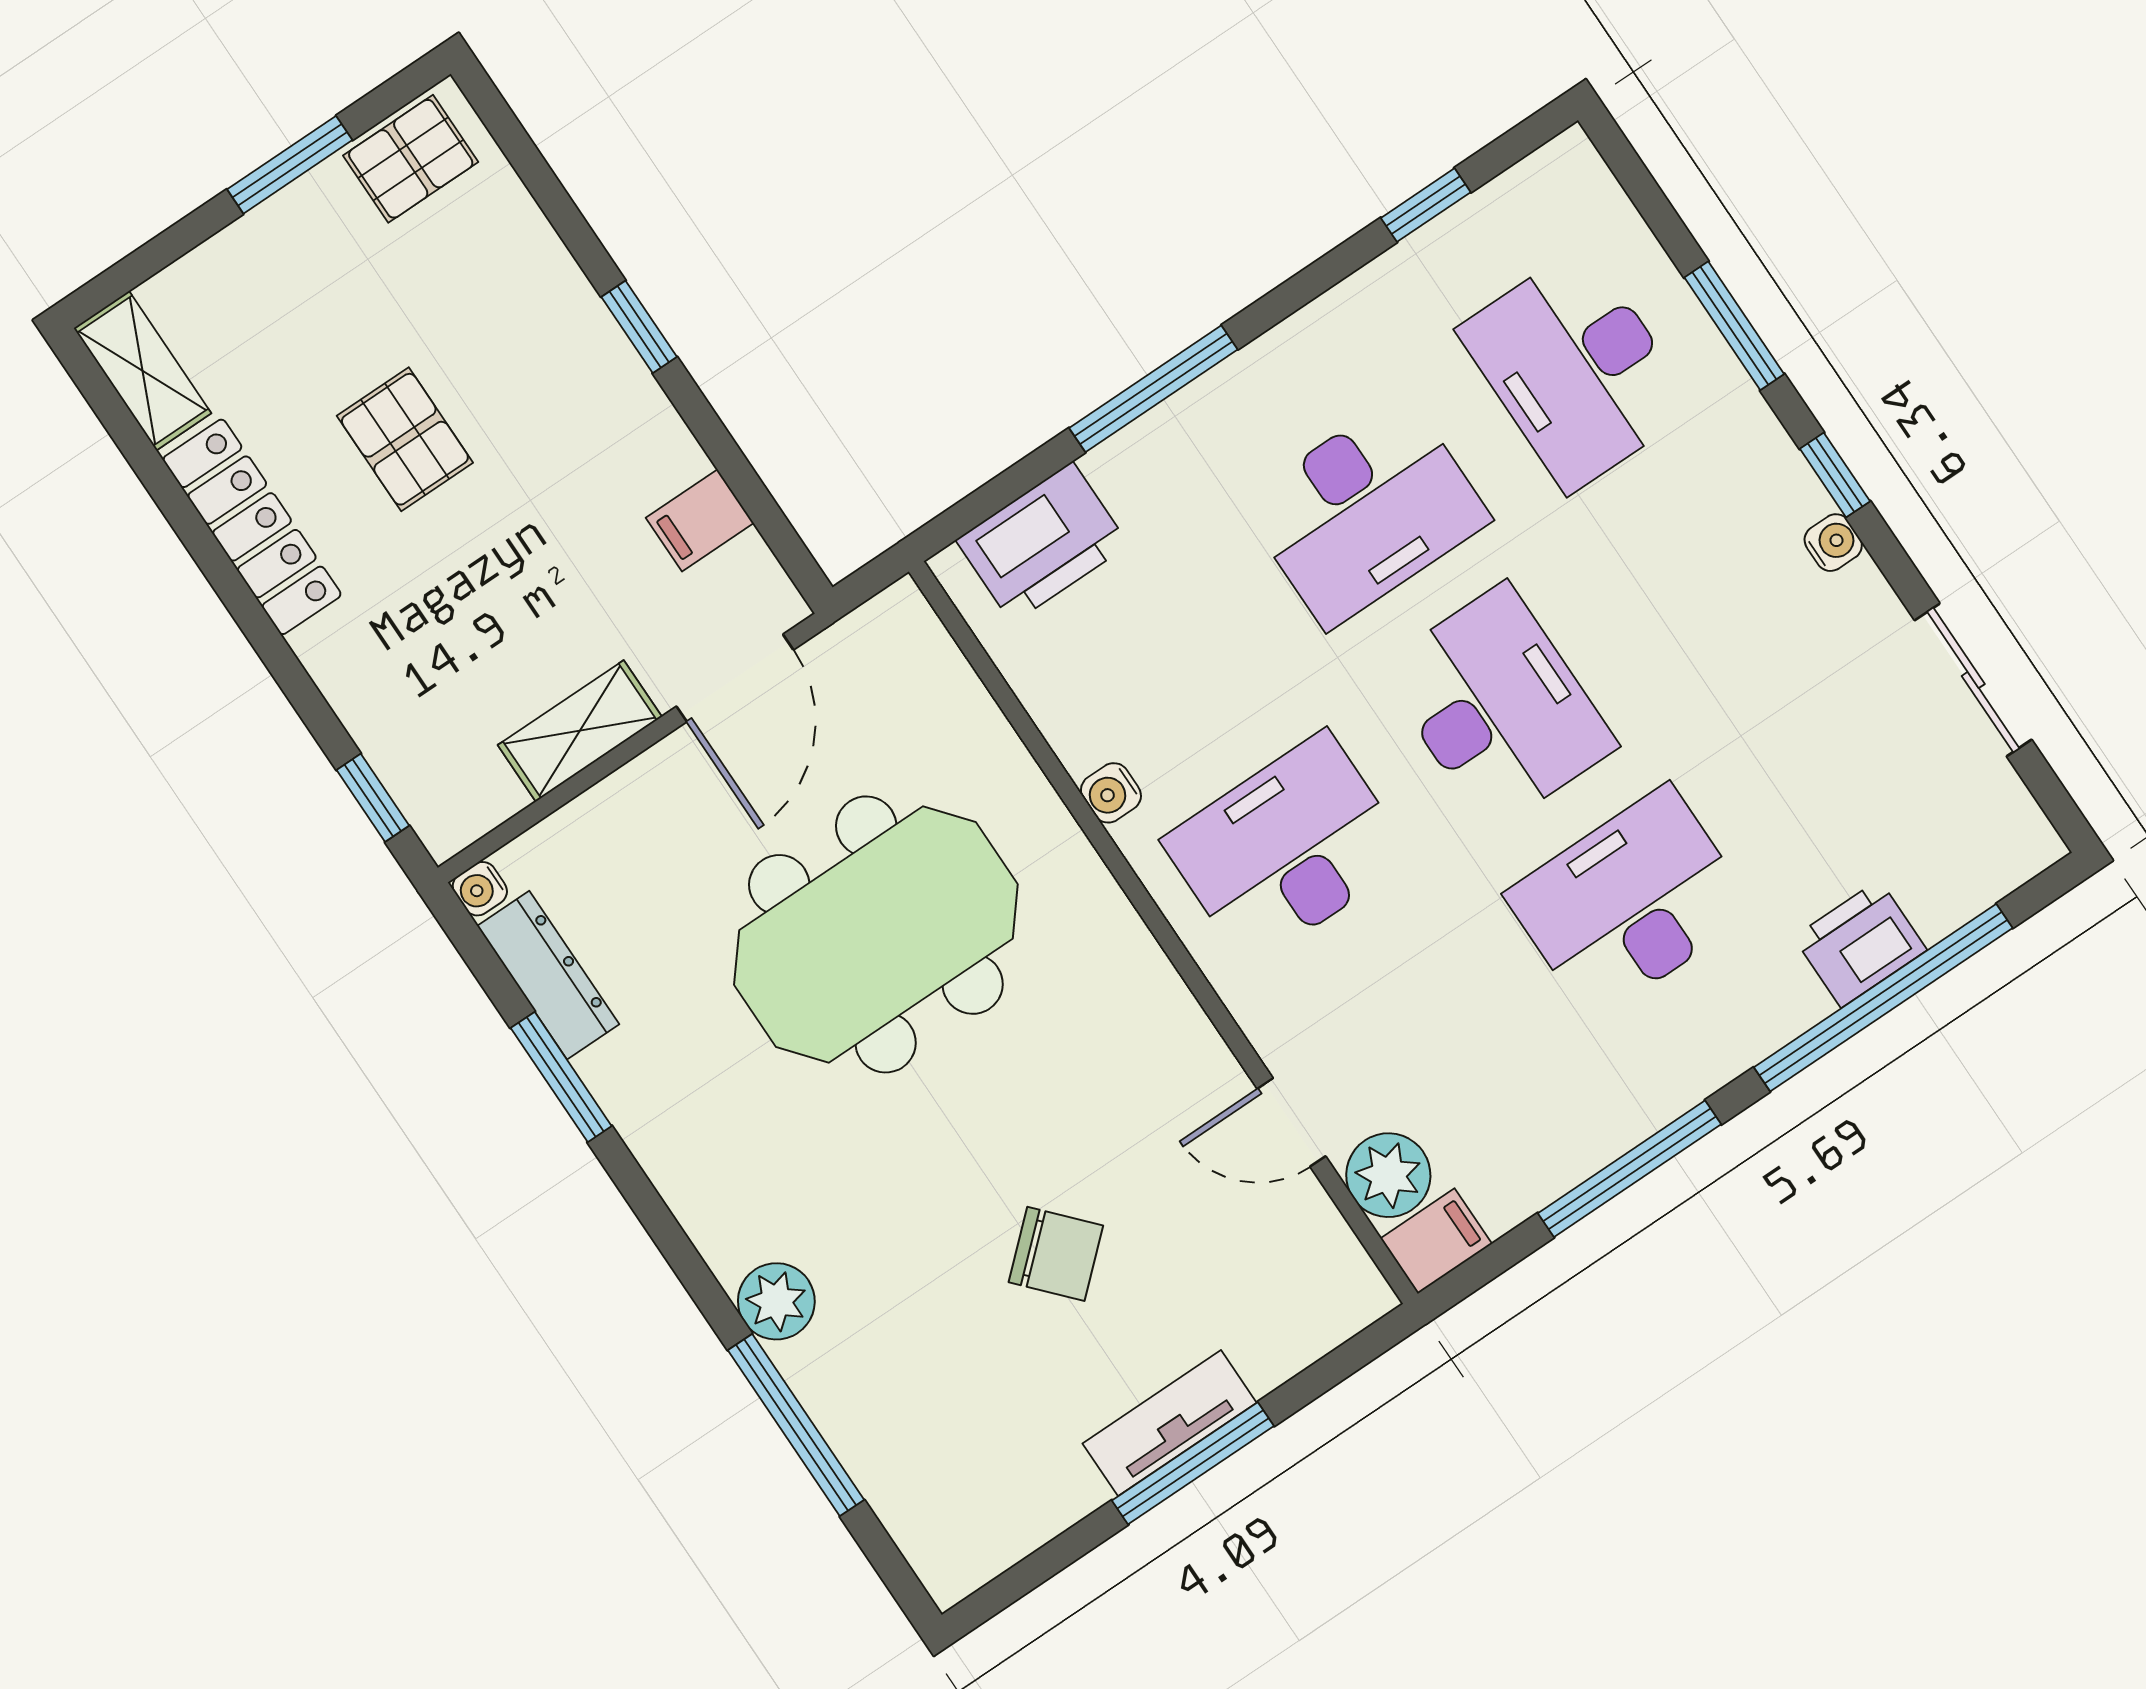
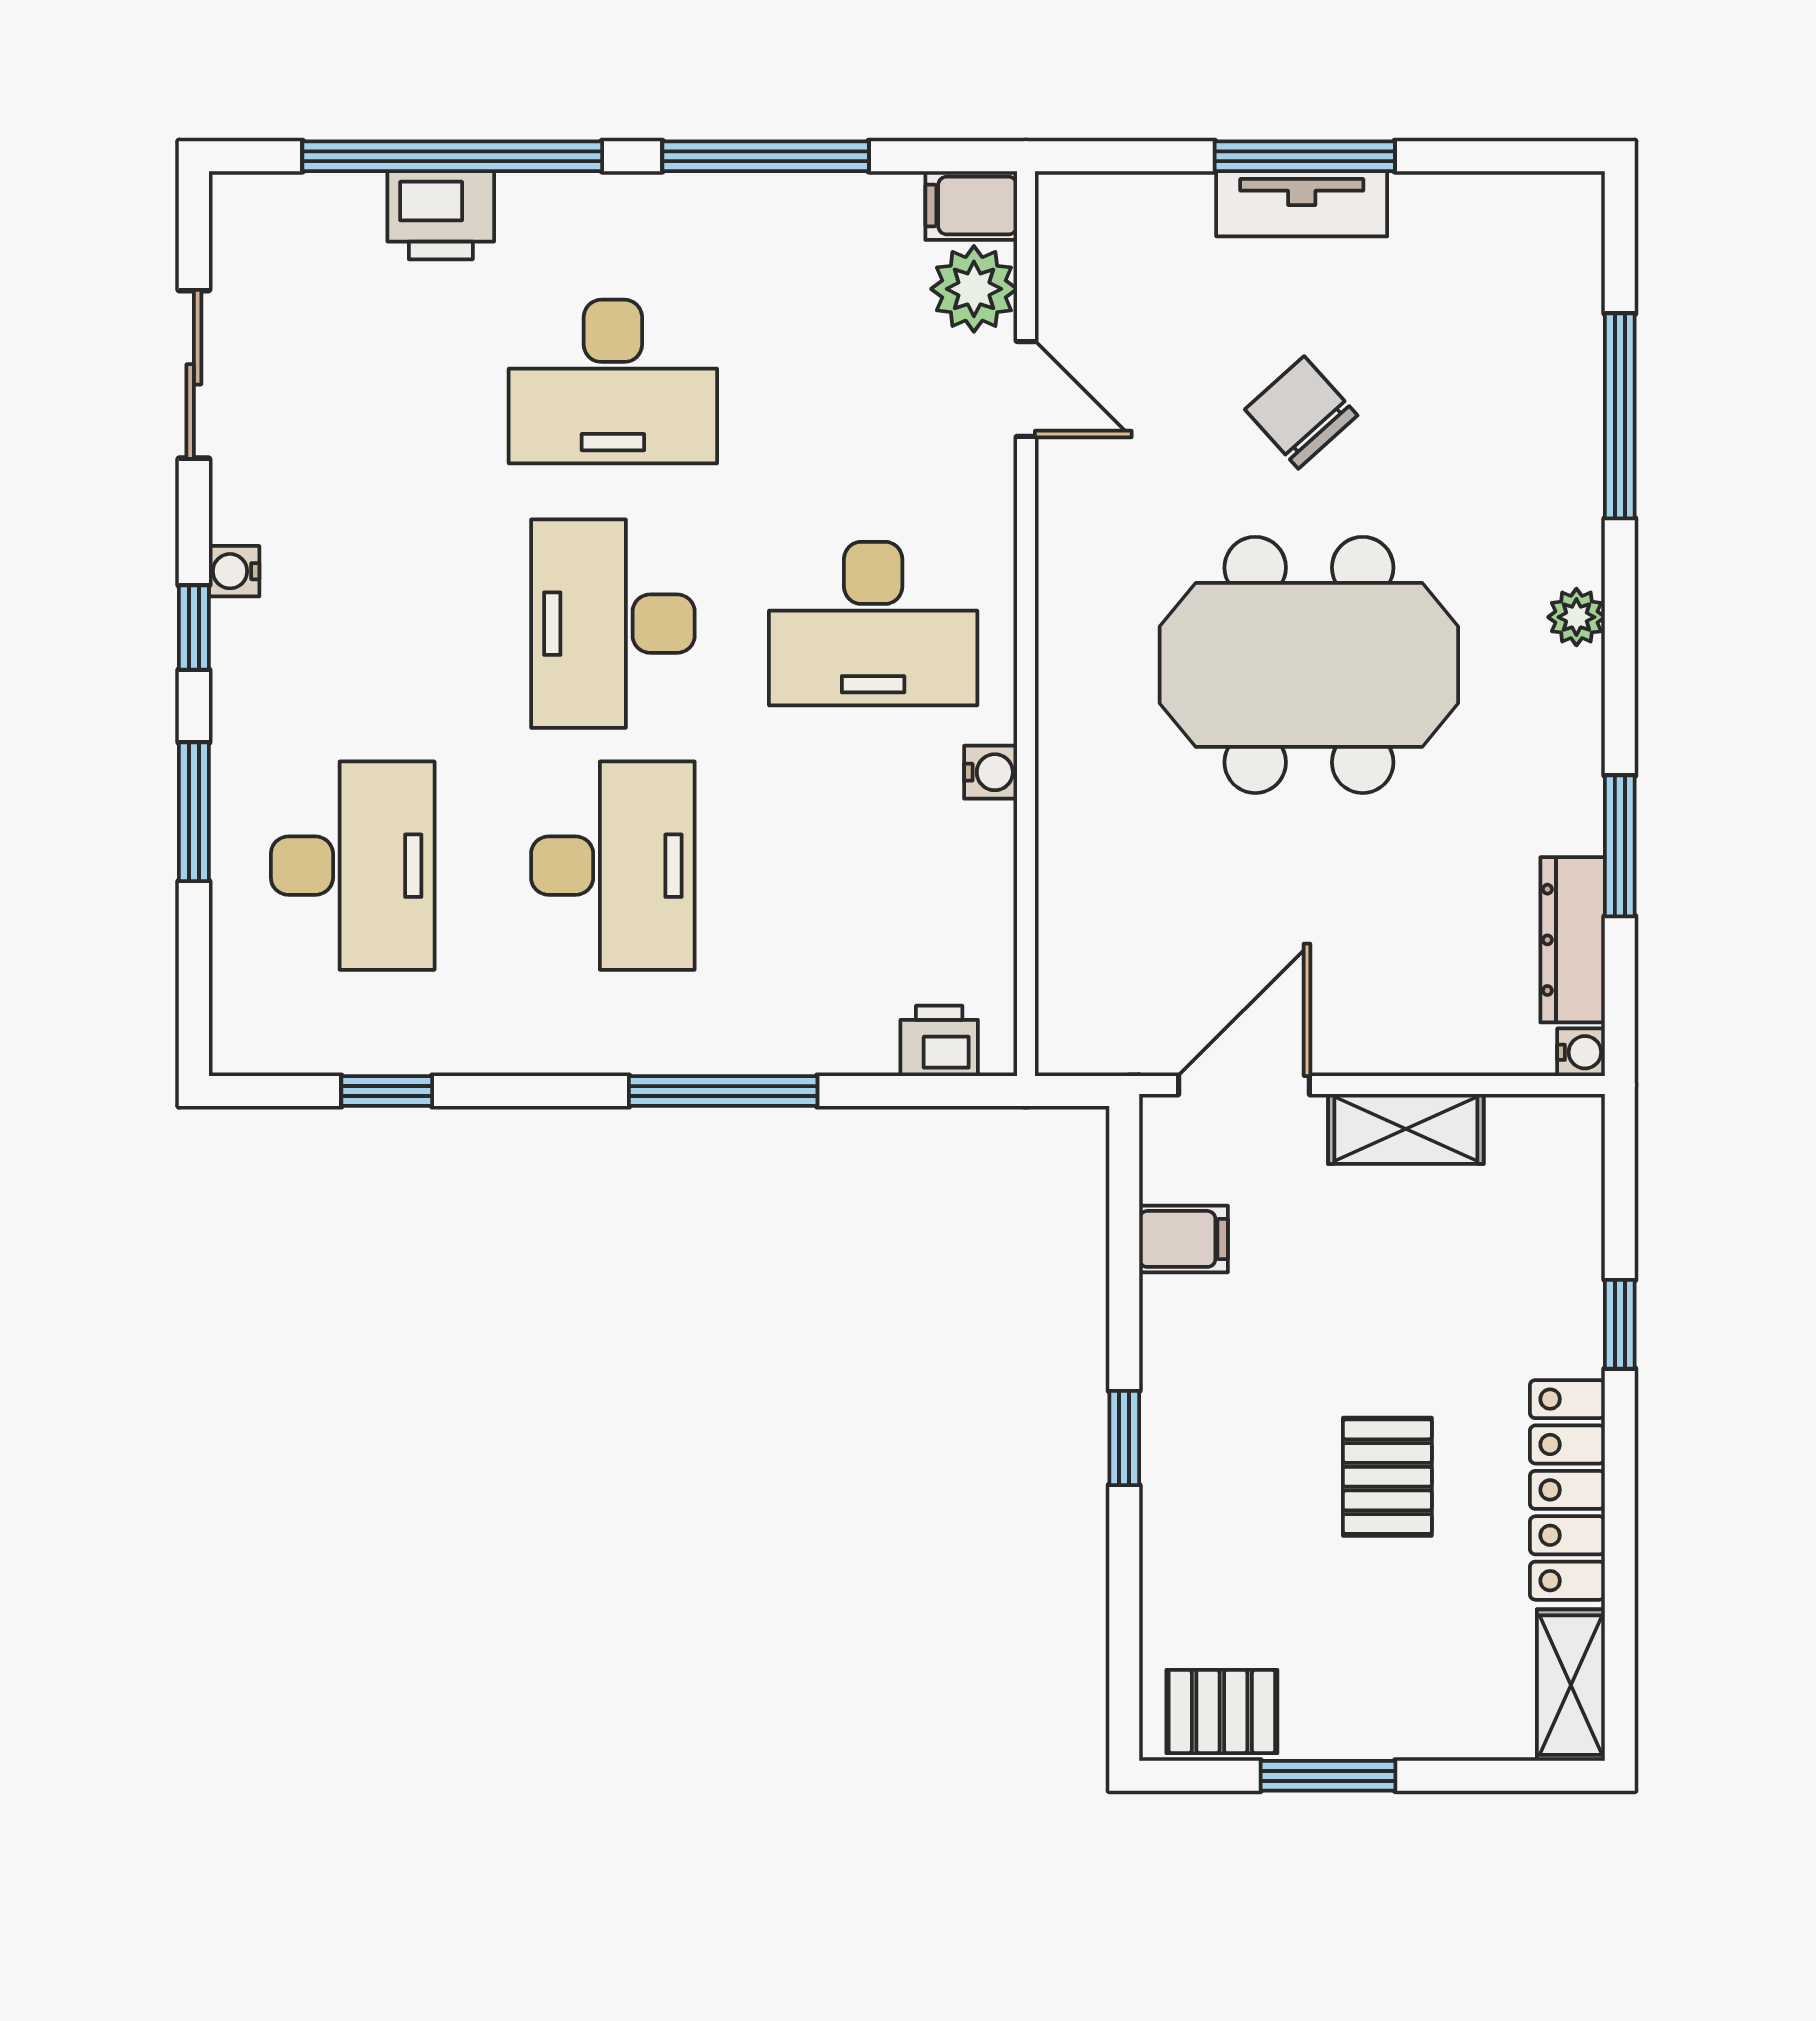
desk: (1366, 511) -> (613, 866), turned 90
printer: (1042, 543) -> (939, 1041), width x0.53, depth x0.68
window: (373, 798) -> (1620, 1324), moved
meeting table: (876, 934) -> (1309, 665), moved
plant: (776, 1301) -> (1576, 617), moved, width x0.73, depth x0.73

